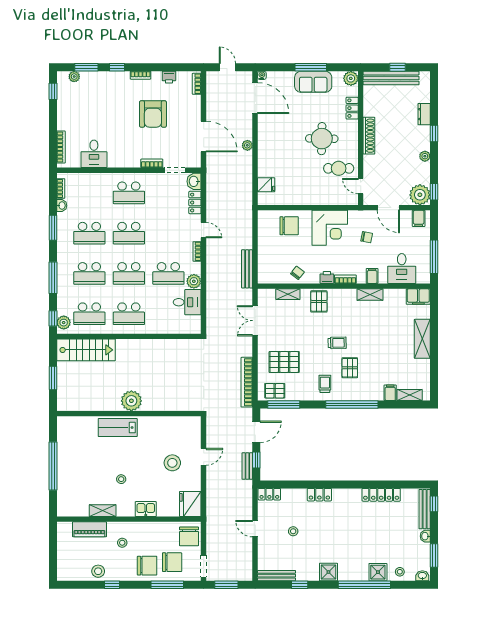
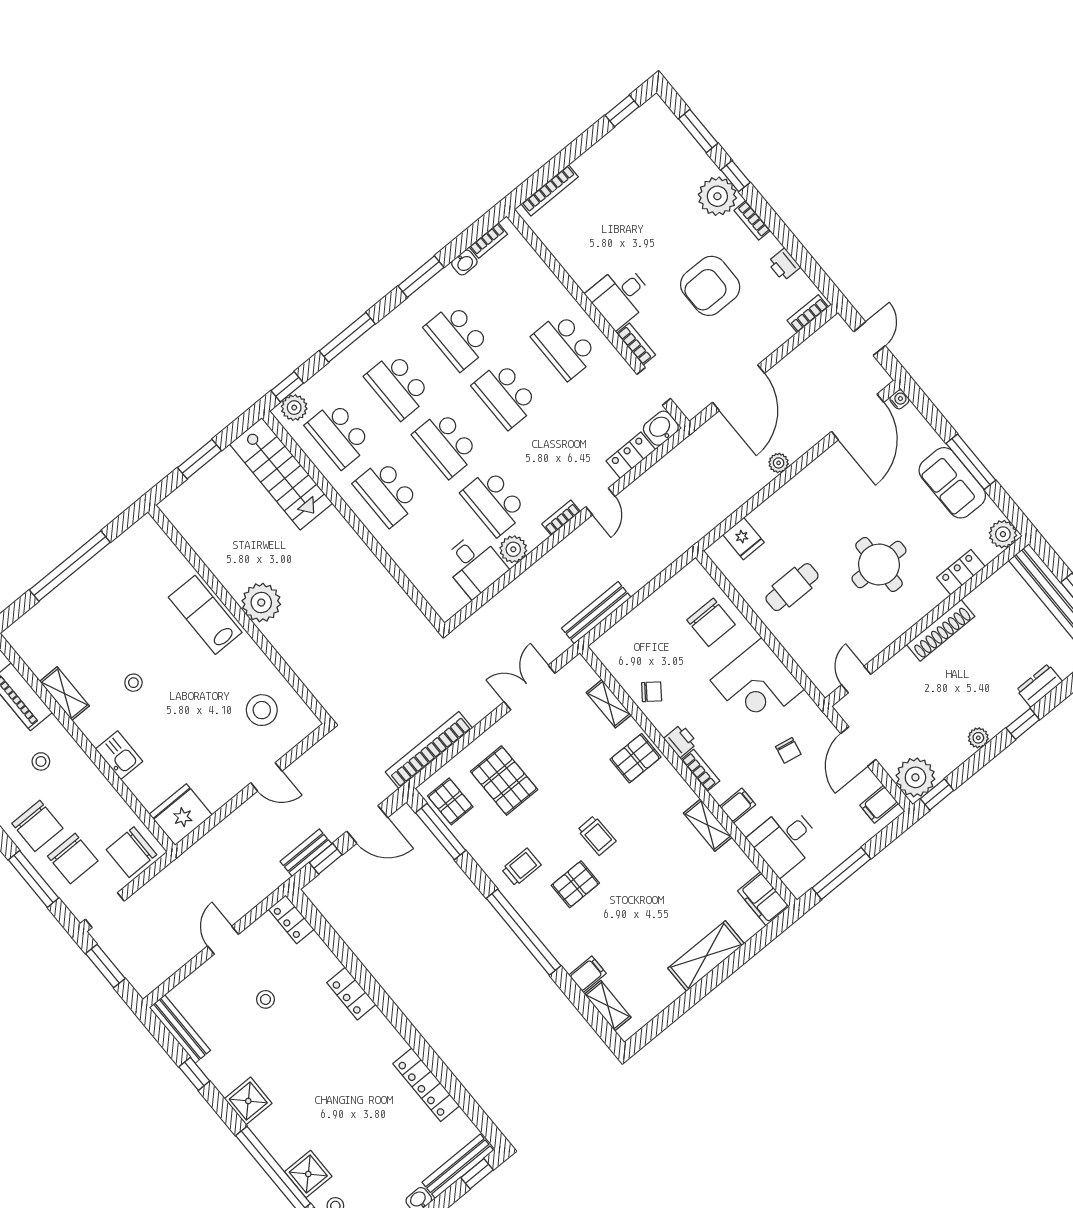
plant: (74, 77) -> (717, 196), moved, width x1.88, depth x1.88
desk: (94, 154) -> (620, 296), moved
cafe table: (339, 168) -> (792, 587), moved, turned 90
stool: (172, 463) -> (262, 710), moved

